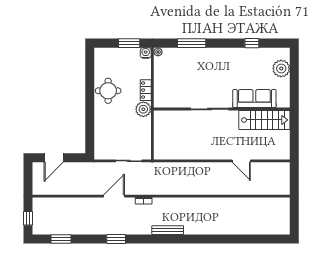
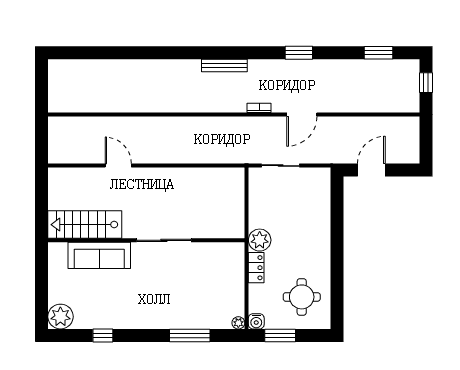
plant: (281, 68) -> (60, 317), moved
round table: (108, 91) -> (302, 297), moved
door: (54, 158) -> (371, 170), moved

